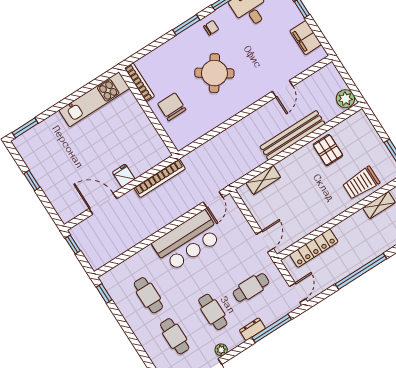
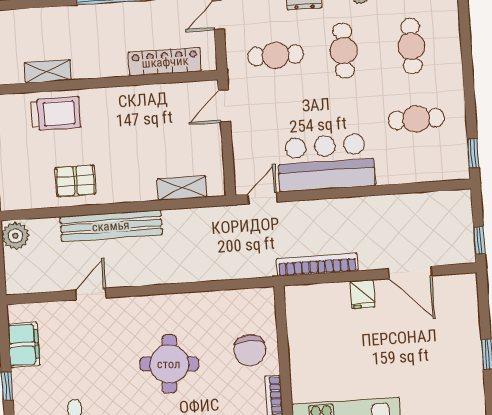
round table: (214, 73) -> (169, 364), turned -30
pallet: (328, 150) -> (75, 181), turned 90
cafe table: (148, 295) -> (416, 119), turned 90

